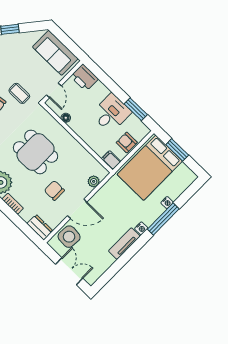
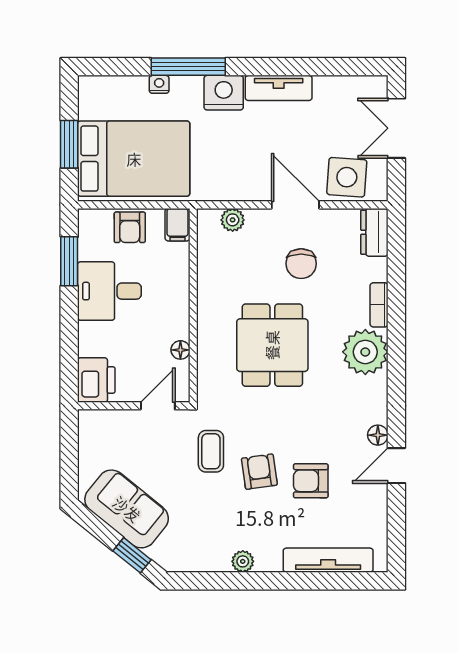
sofa: (55, 53) -> (127, 509), moved, turned -51
nightstand: (141, 228) -> (224, 93), width x1.89, depth x1.79

